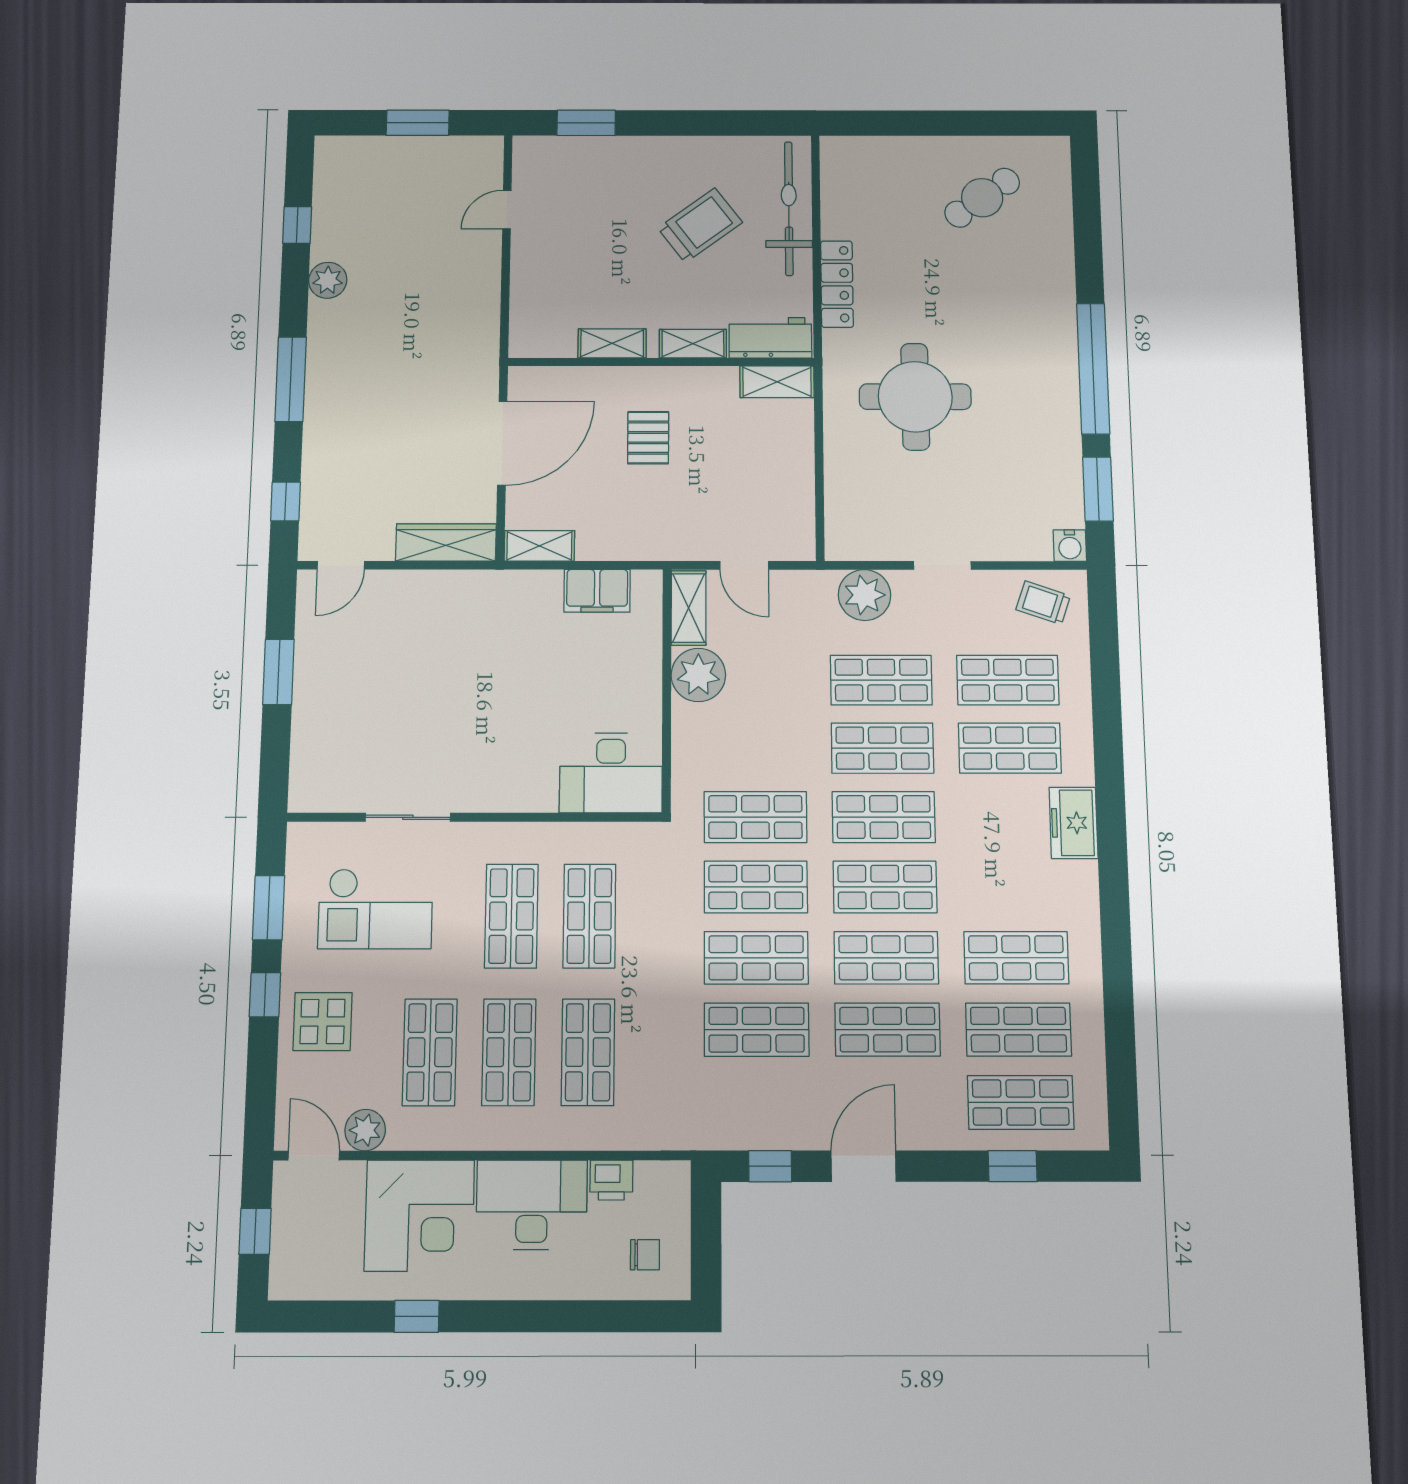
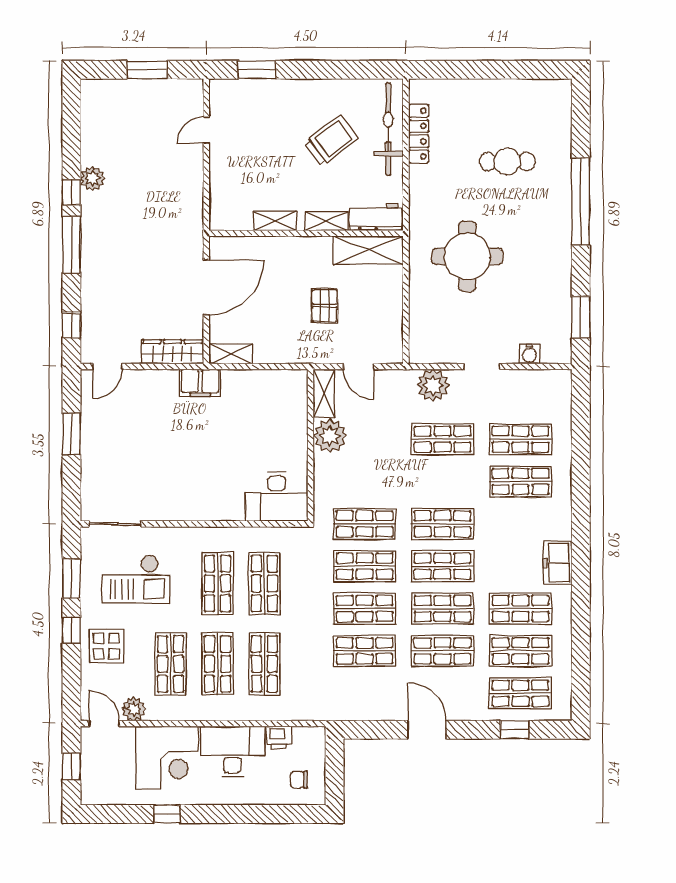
cafe table: (982, 198) -> (507, 161), moved, turned 36
window: (297, 225) -> (71, 192), moved
locker: (837, 284) -> (419, 134), moved
window: (1093, 369) -> (581, 202), moved
shelving: (777, 382) -> (368, 250), width x1.50, depth x1.33
pallet: (648, 438) -> (325, 306), moved
water cooler: (1070, 546) -> (529, 354), moved
filing cabinet: (597, 591) -> (200, 383), moved
trolley: (1043, 603) -> (544, 390), removed
shop shelf: (882, 748) -> (442, 481), removed
sliding door: (408, 817) -> (115, 524), moved
freezer: (1073, 823) -> (558, 563), moved
window: (770, 1166) -> (372, 730), removed
door: (864, 1166) -> (427, 730), hinge flipped
chair: (645, 1255) -> (299, 780), turned 180

